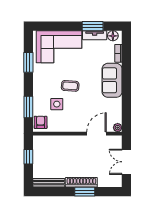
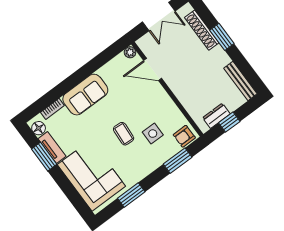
dresser: (38, 152) -> (216, 116), added
shoe rack: (81, 182) -> (202, 30), moved

